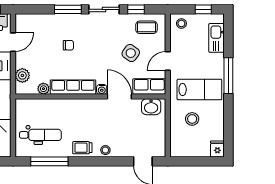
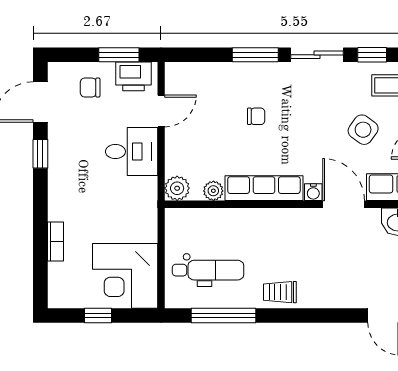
plant: (22, 75) -> (177, 188), moved
stool: (105, 150) -> (320, 296), removed

